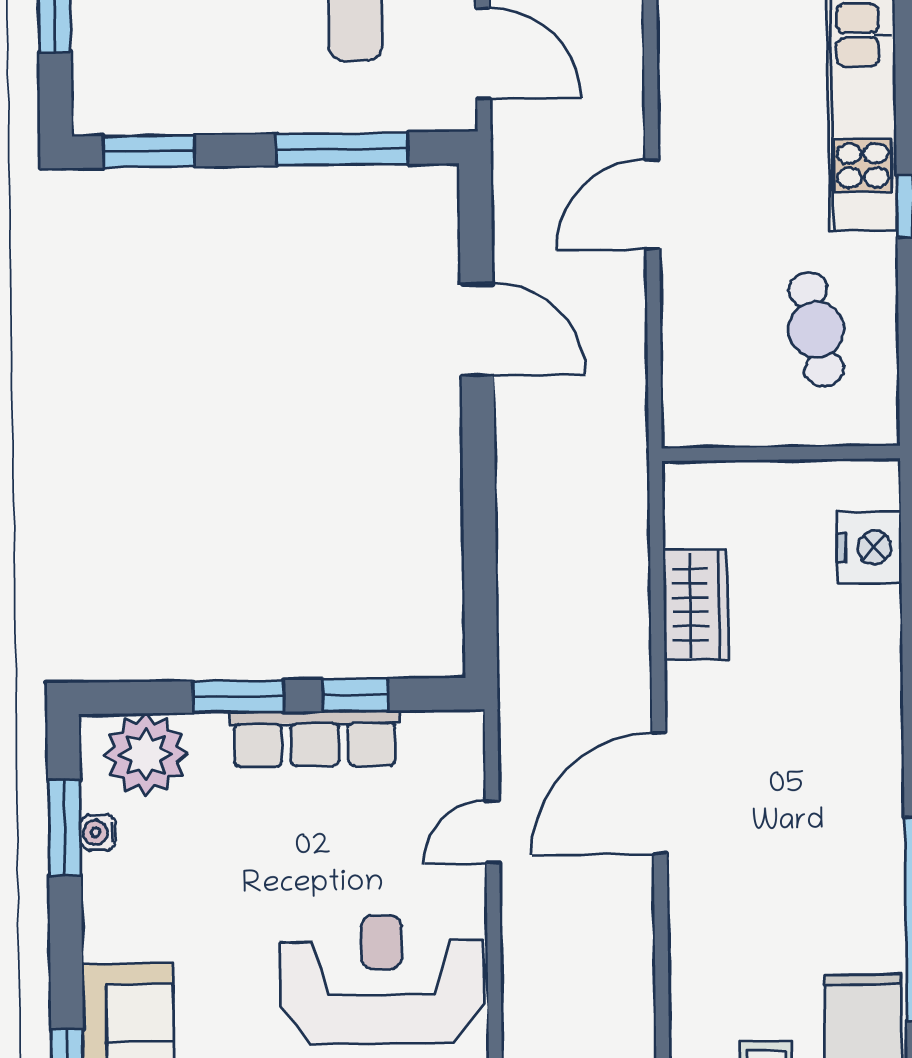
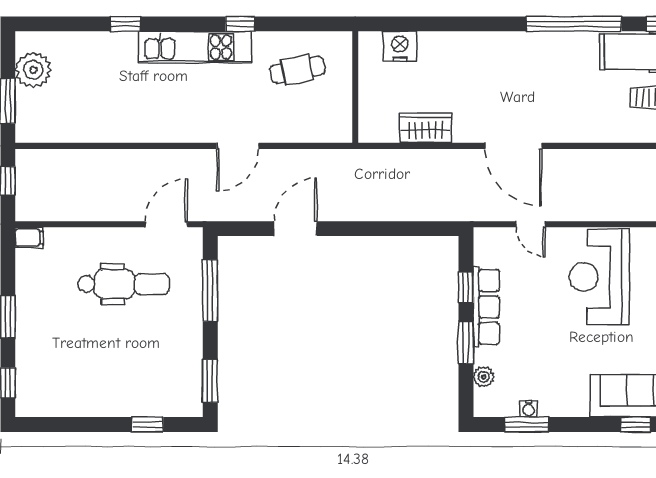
door: (652, 204) -> (238, 146), hinge flipped
plant: (146, 755) -> (484, 377), width x0.53, depth x0.53

